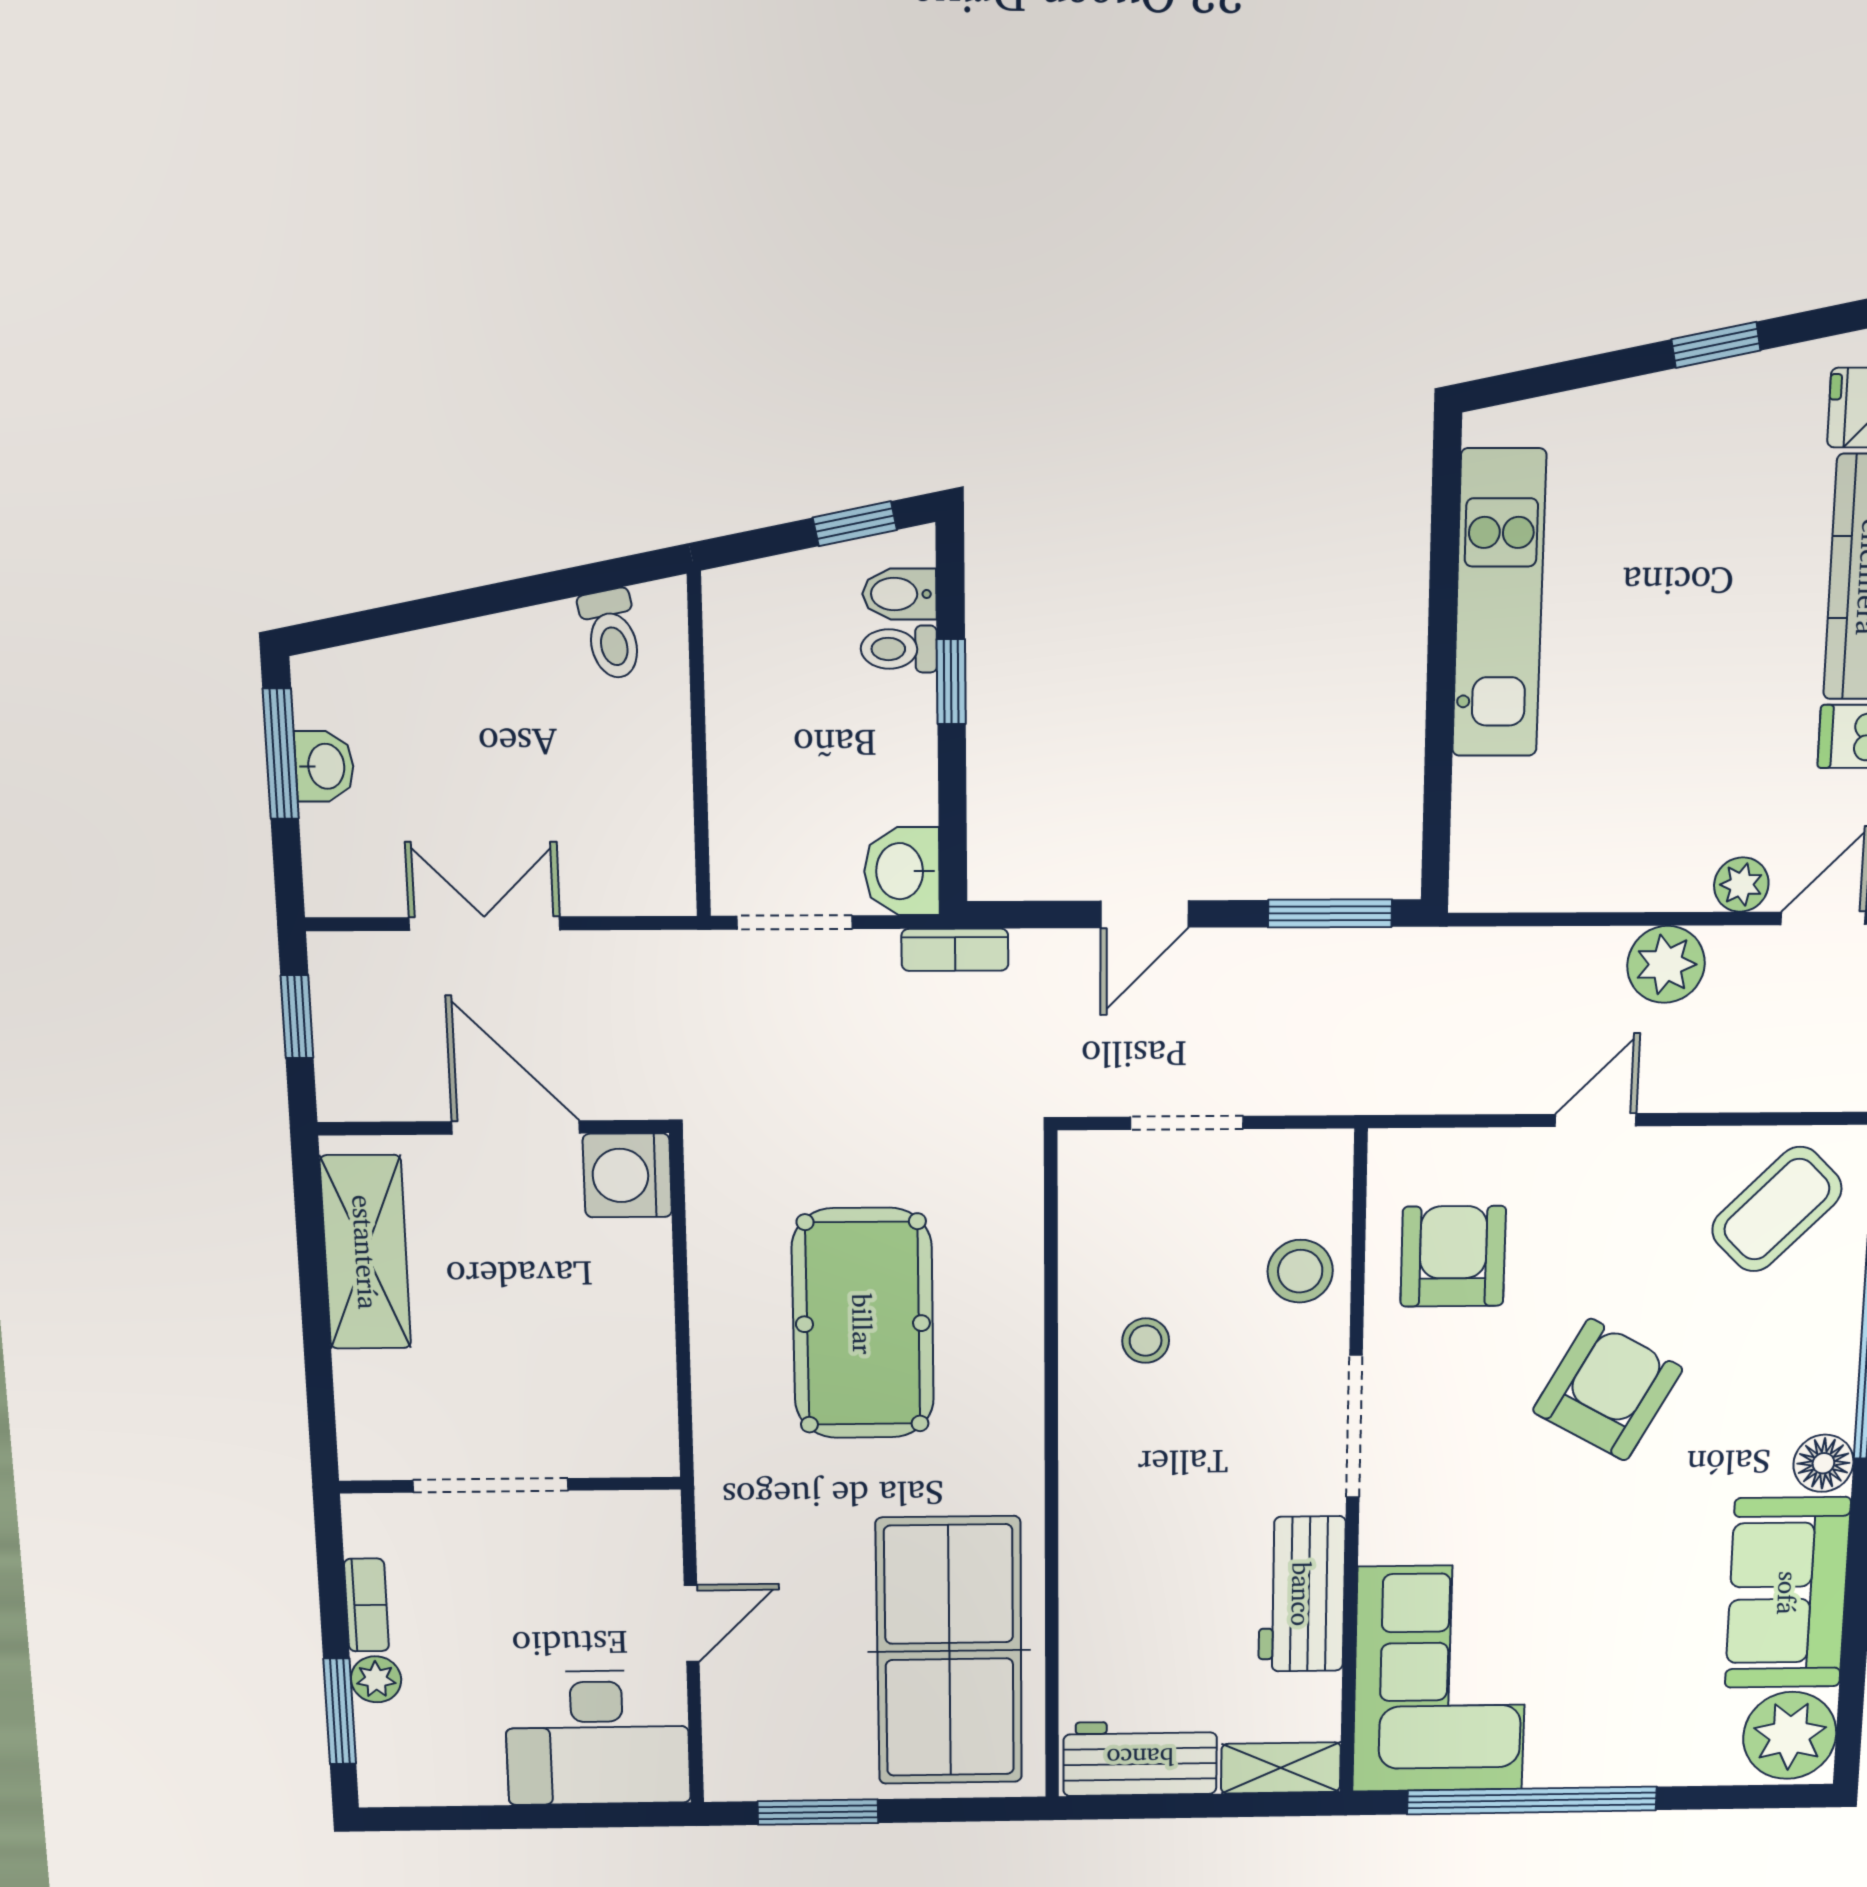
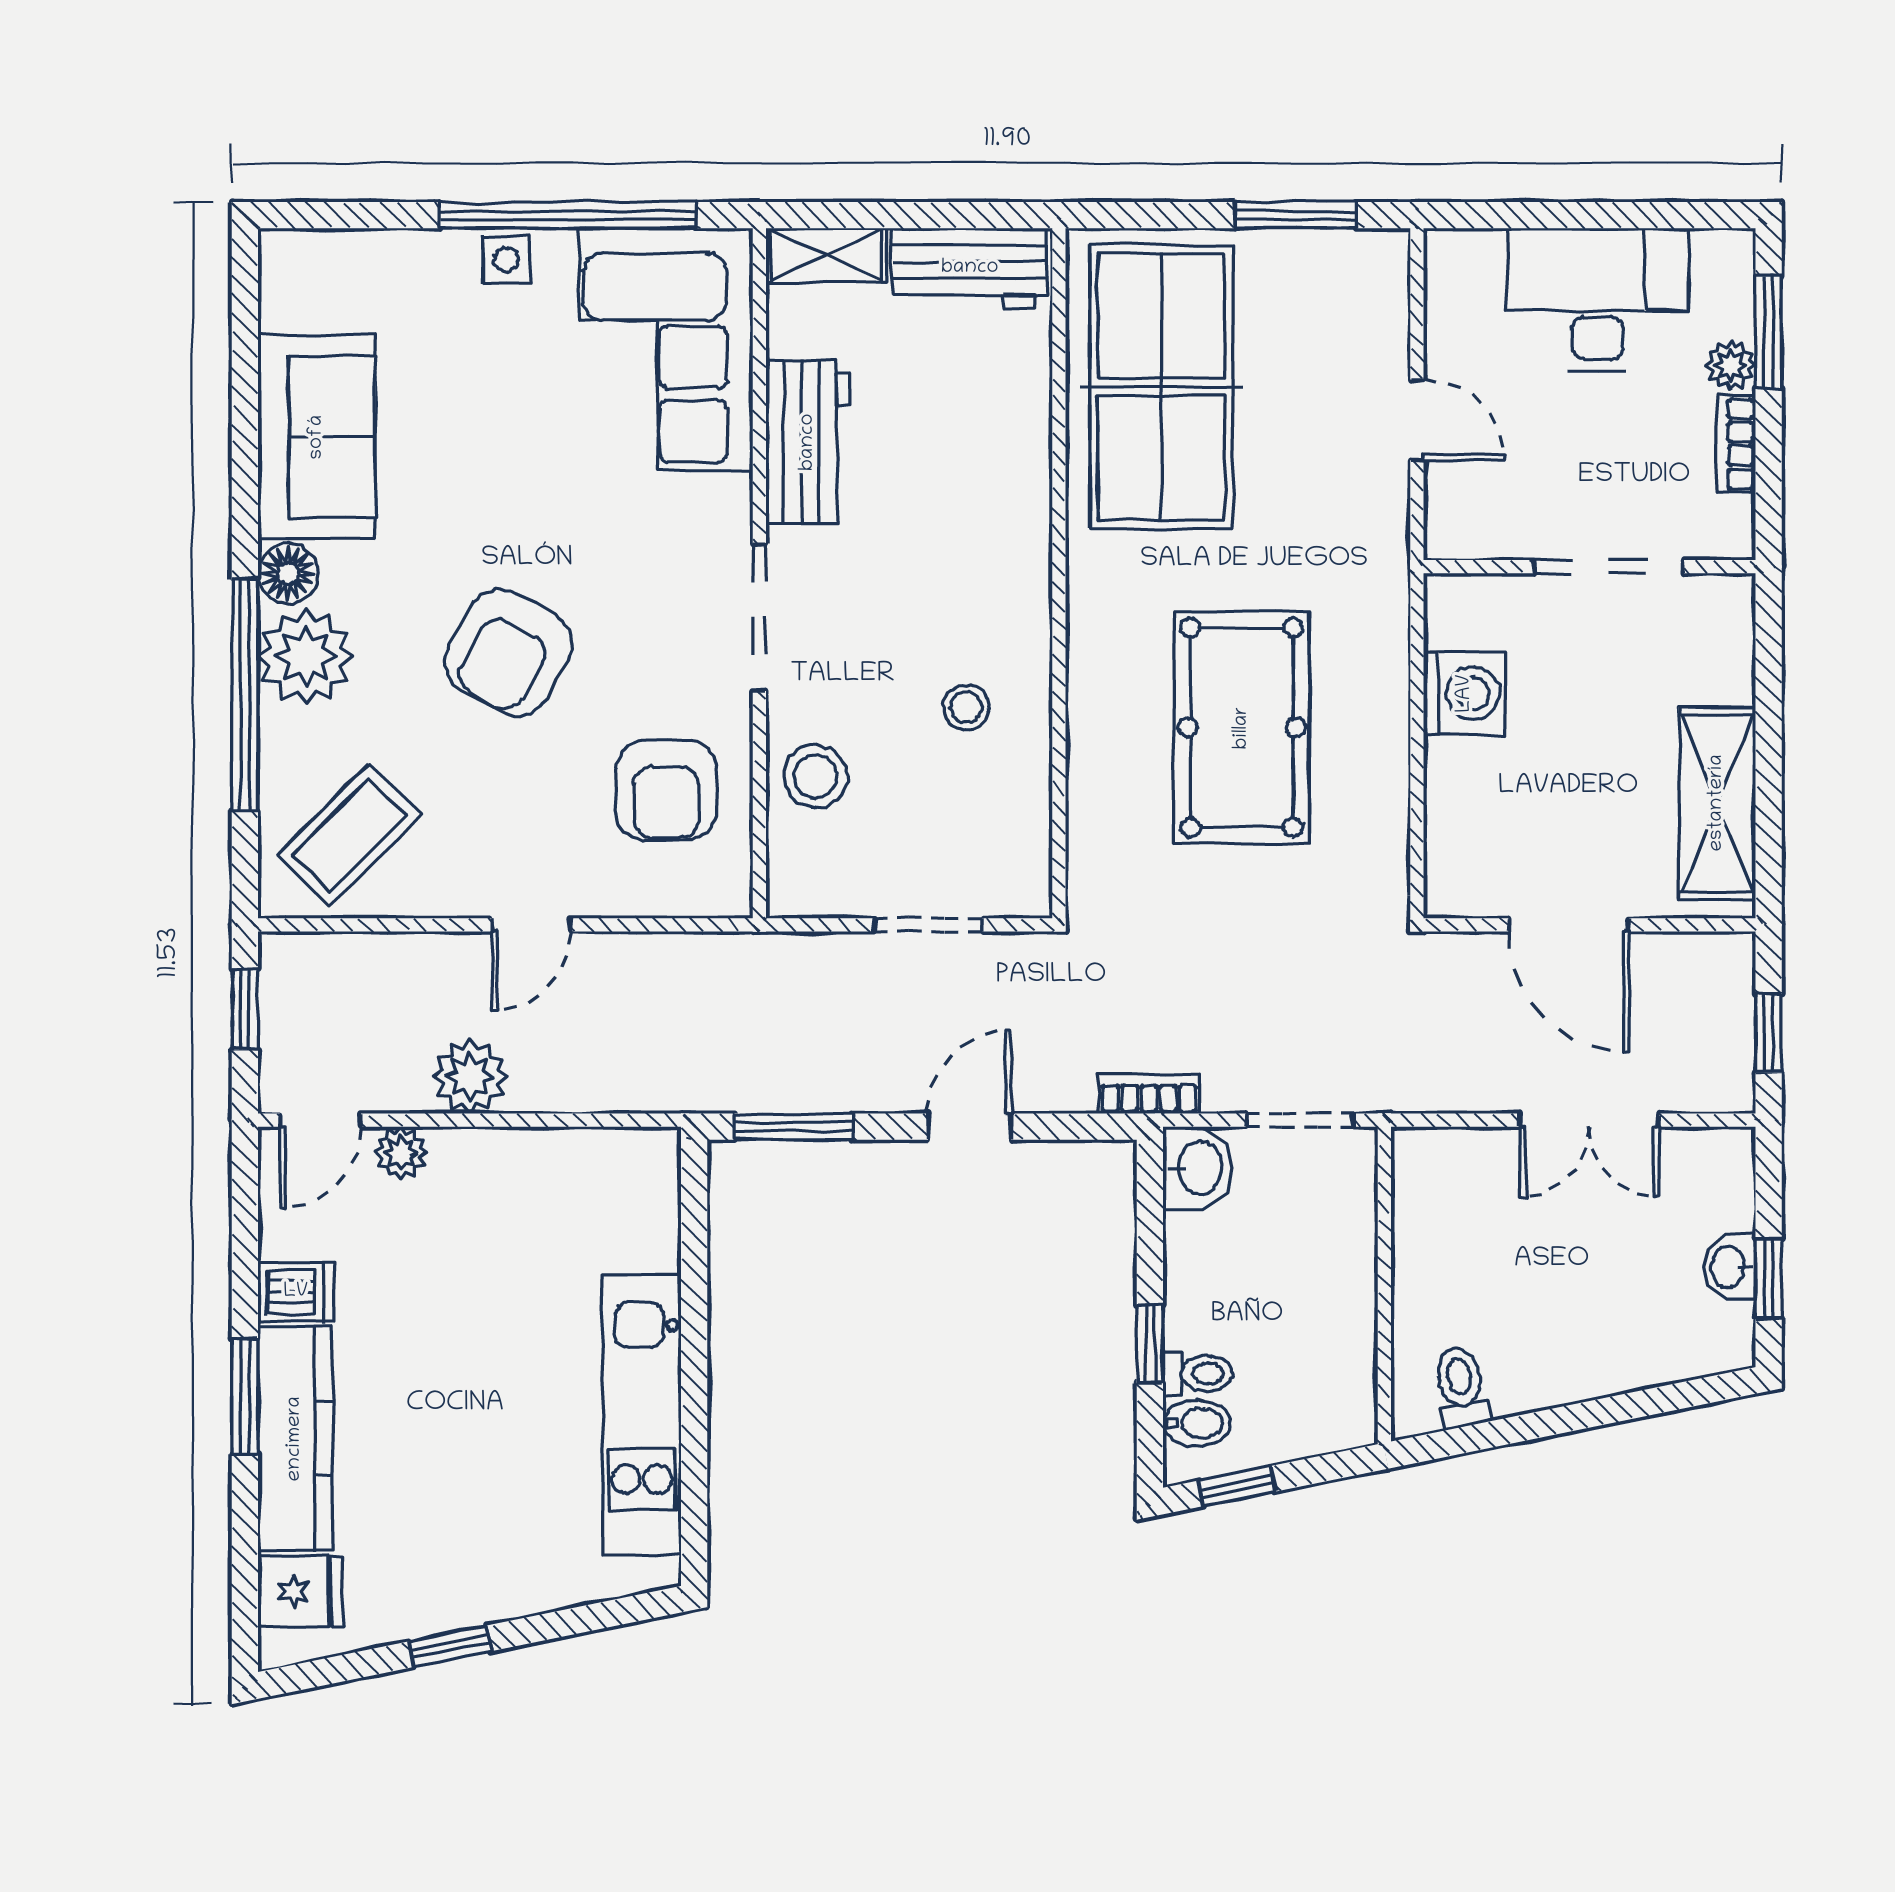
window: (281, 754) -> (1769, 1279), width x0.67
washing machine: (627, 1175) -> (1465, 693), moved
door: (692, 1623) -> (1417, 420), swing flipped
plant: (1790, 1735) -> (306, 657), moved
desk: (597, 1738) -> (1597, 299), moved
side table: (1594, 1759) -> (506, 260), added

